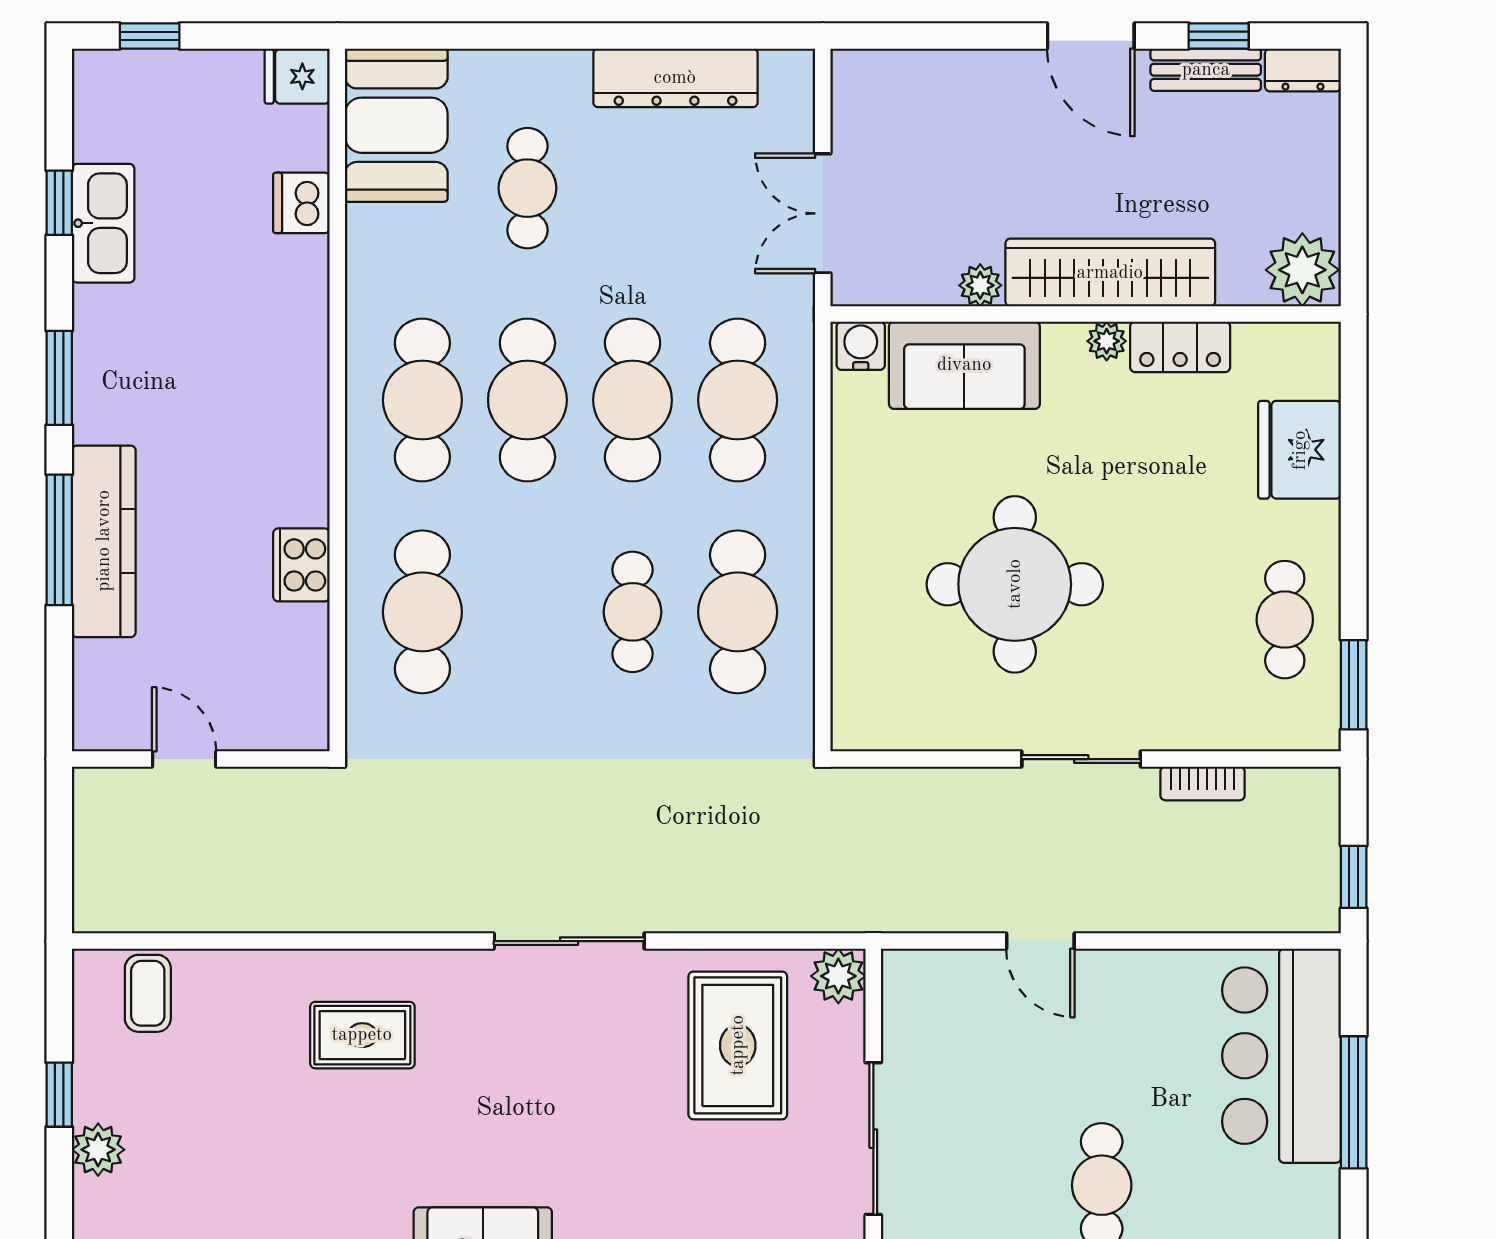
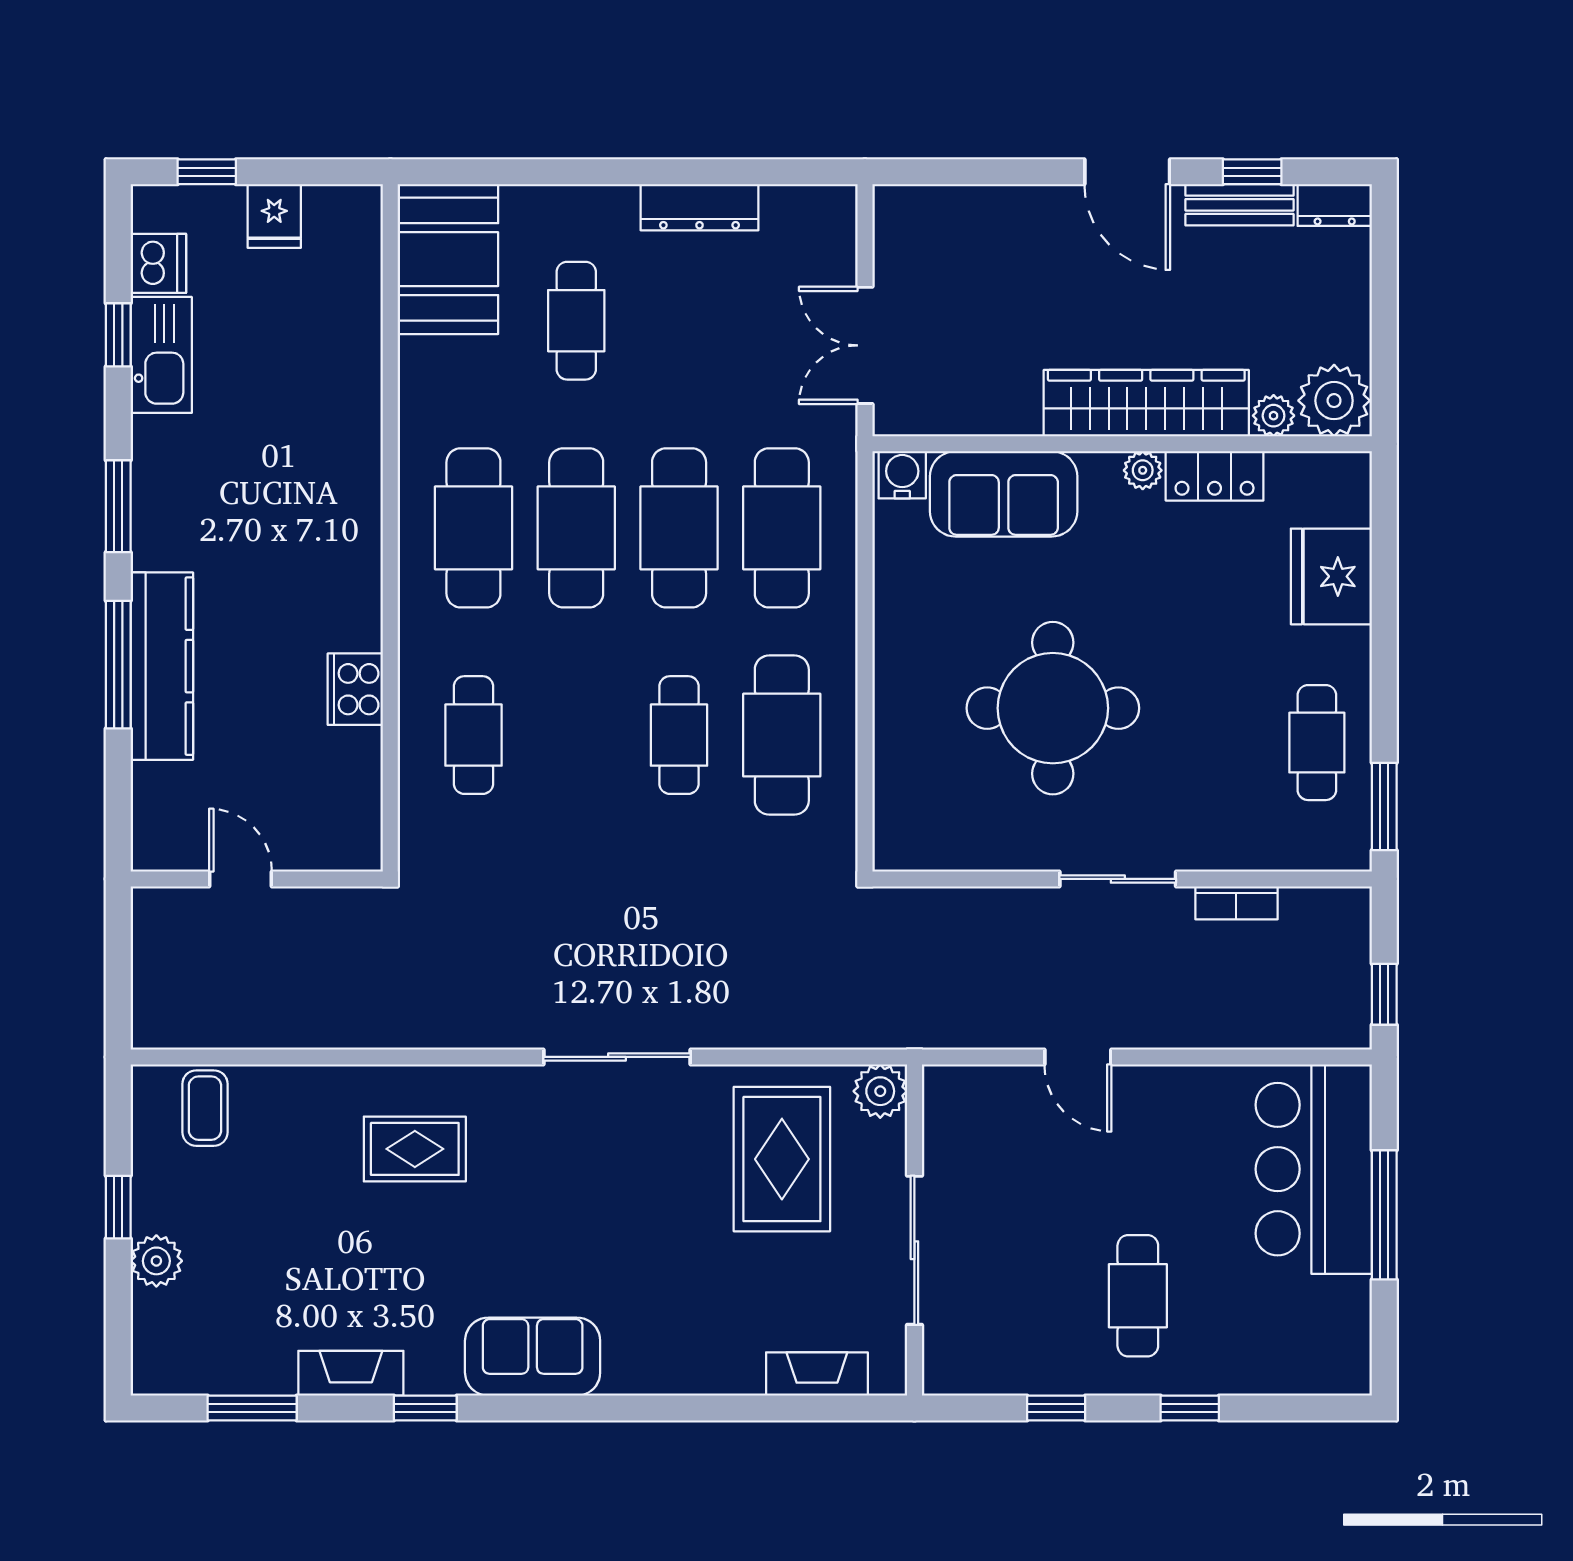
fridge: (297, 76) -> (274, 216), moved, turned -90
dresser: (675, 78) -> (700, 207), width x0.73, depth x0.80
dishwasher: (301, 203) -> (158, 263), moved, turned 180
plant: (980, 285) -> (1274, 416), moved
cafe table: (422, 612) -> (473, 735), width x0.73, depth x0.74

